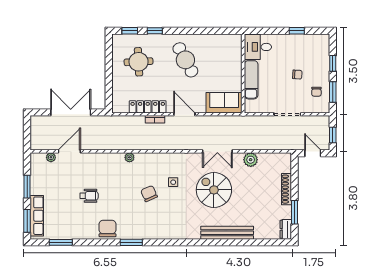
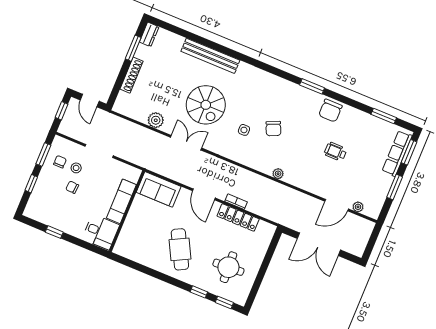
stool: (301, 92) -> (76, 168), added

